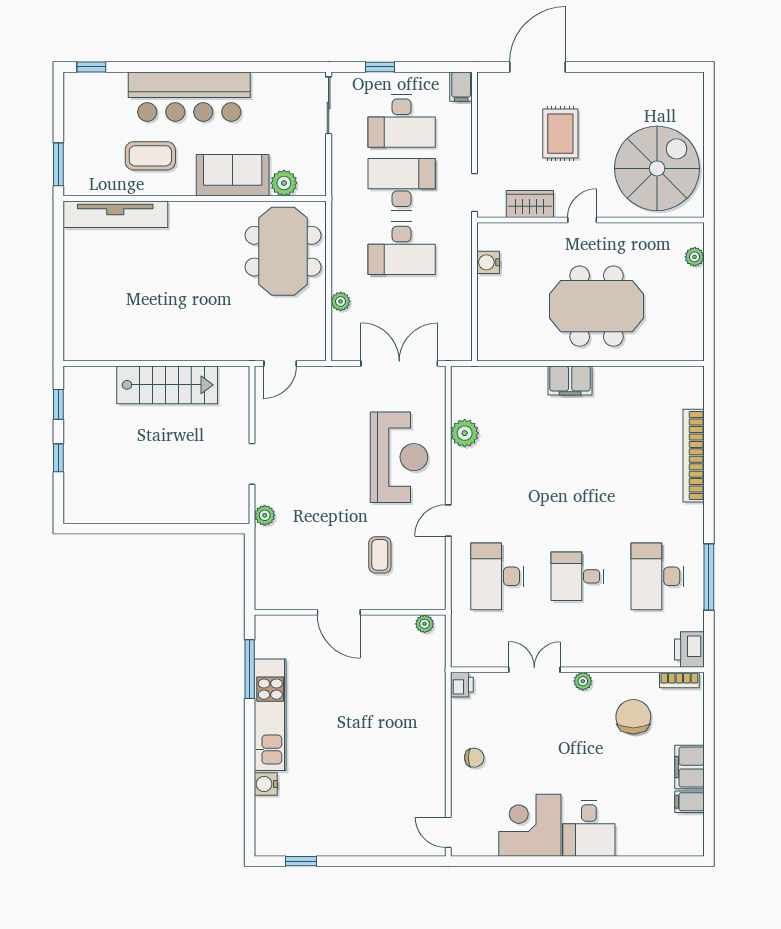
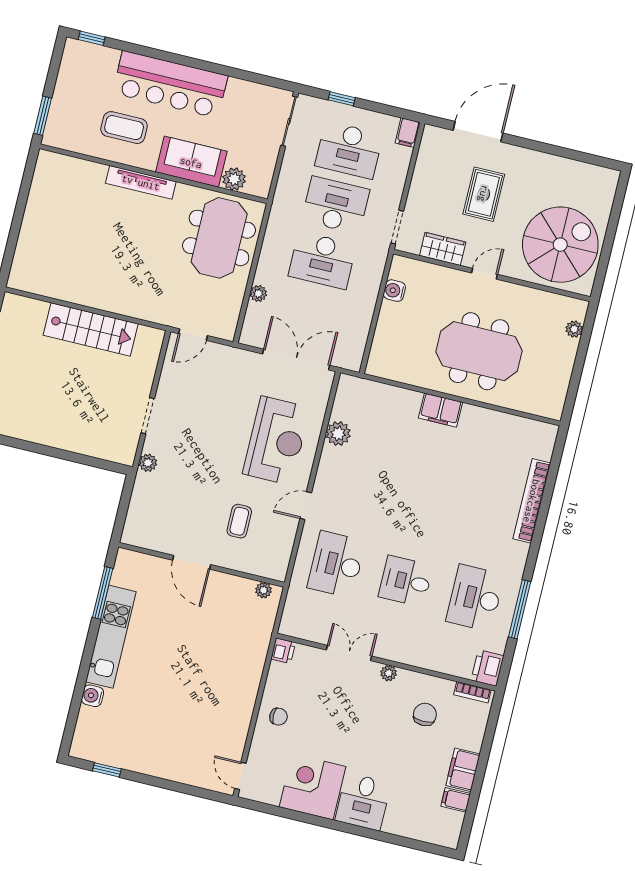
tv unit: (115, 214) -> (141, 182), moved, width x0.73, depth x0.78
chair: (633, 717) -> (425, 714), width x0.73, depth x0.73

